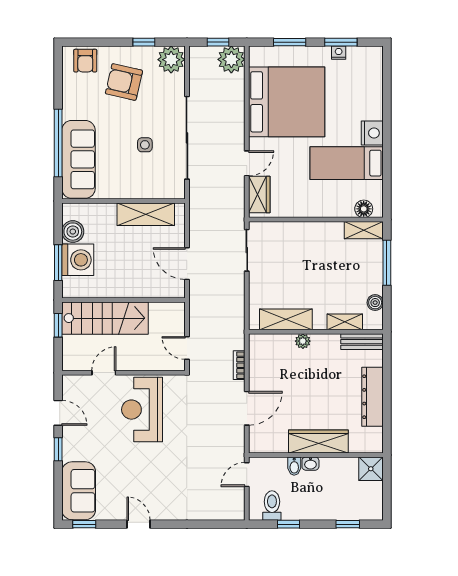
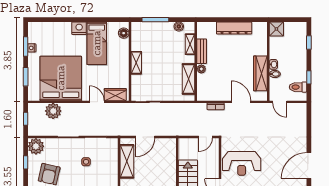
plant: (231, 59) -> (53, 111), moved
shelving: (364, 230) -> (136, 63), moved
door: (187, 264) -> (145, 137), moved
bench: (362, 342) -> (202, 51), moved
wardrobe: (318, 442) -> (260, 73), moved
door: (139, 524) -> (309, 165), width x1.87

